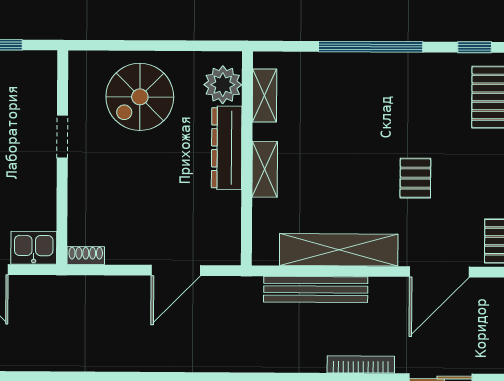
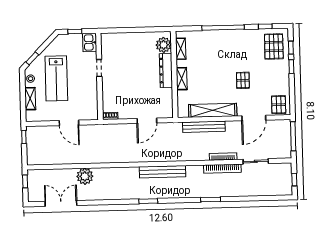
spiral stairs: (140, 97) -> (130, 51), removed
kitchen sink: (34, 248) -> (90, 42), moved, turned -90

